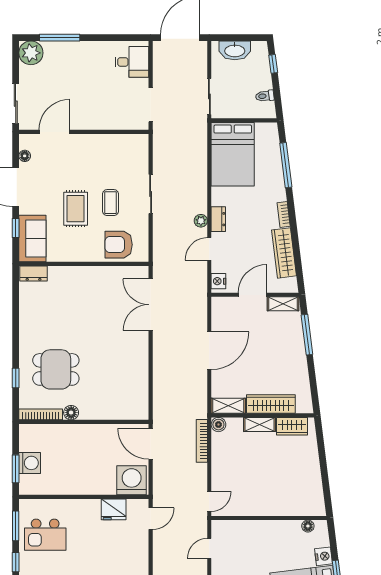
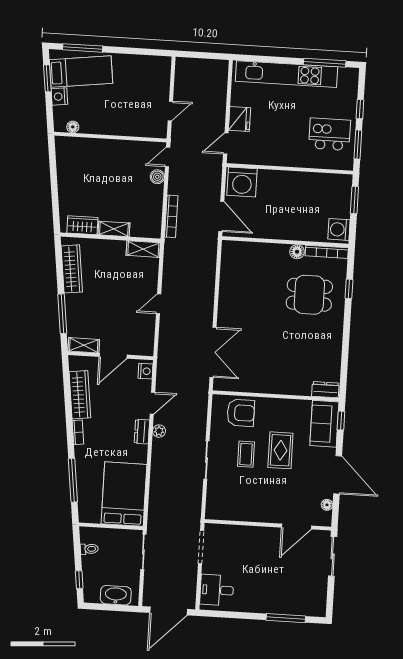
plant: (31, 53) -> (315, 605), removed
window: (16, 228) -> (341, 421), moved
door: (209, 351) -> (159, 304), width x0.53
wardrobe: (271, 404) -> (72, 269), moved, turned -97
boiler: (218, 425) -> (157, 177), moved
washing machine: (30, 463) -> (339, 229), moved
fridge: (114, 509) -> (240, 119), moved, turned 90

